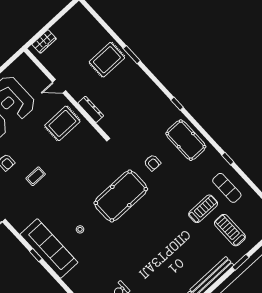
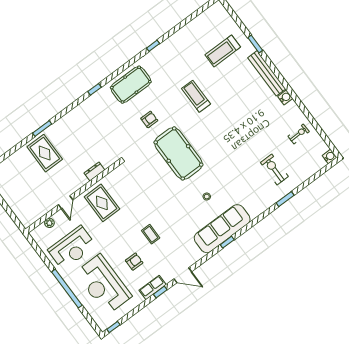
wardrobe: (44, 41) -> (20, 212), removed
plant: (36, 72) -> (49, 223), added
dresser: (91, 109) -> (94, 171), width x0.70
exercise mat: (227, 188) -> (181, 50), removed
treadmill: (203, 209) -> (196, 96), moved

